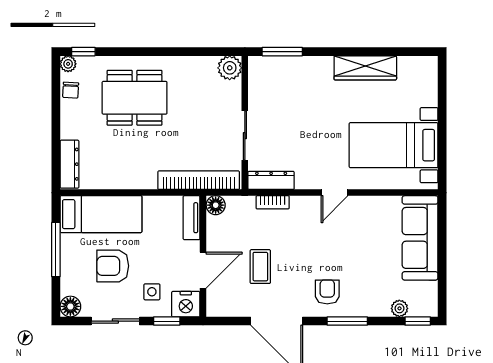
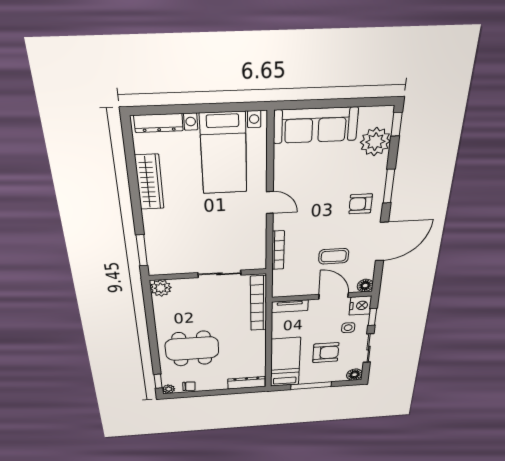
dining table: (135, 98) -> (192, 349), turned 90
dresser: (271, 180) -> (159, 123), moved, turned -90
bookcase: (273, 202) -> (278, 250), width x1.56
floor lamp: (216, 205) -> (365, 286), moved
armchair: (113, 266) -> (326, 353), turned -90
plant: (399, 308) -> (375, 142), width x1.88, depth x1.88

